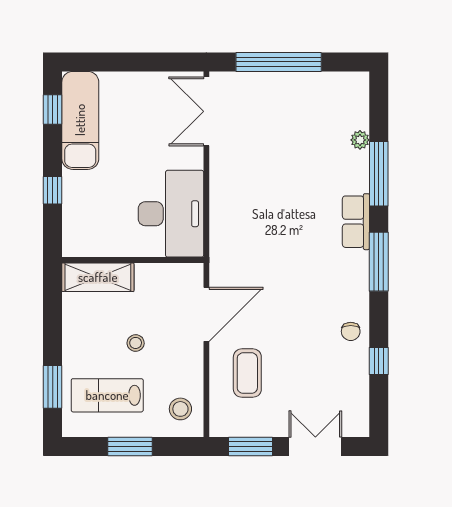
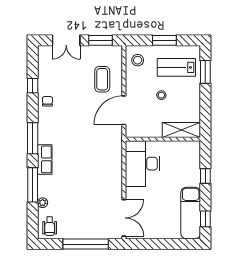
wheelchair: (347, 96) -> (50, 226), added
lab bench: (107, 395) -> (176, 67), turned 180

